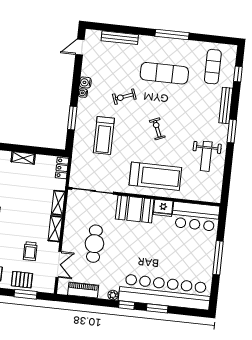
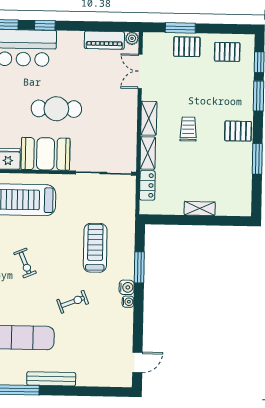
bench: (120, 38) -> (51, 379), moved
water cooler: (85, 82) -> (127, 287), moved
locker: (62, 168) -> (147, 185), moved
cafe table: (94, 244) -> (56, 109), moved, turned 90
trolley: (30, 251) -> (188, 129), moved
plant: (113, 295) -> (132, 38), moved

